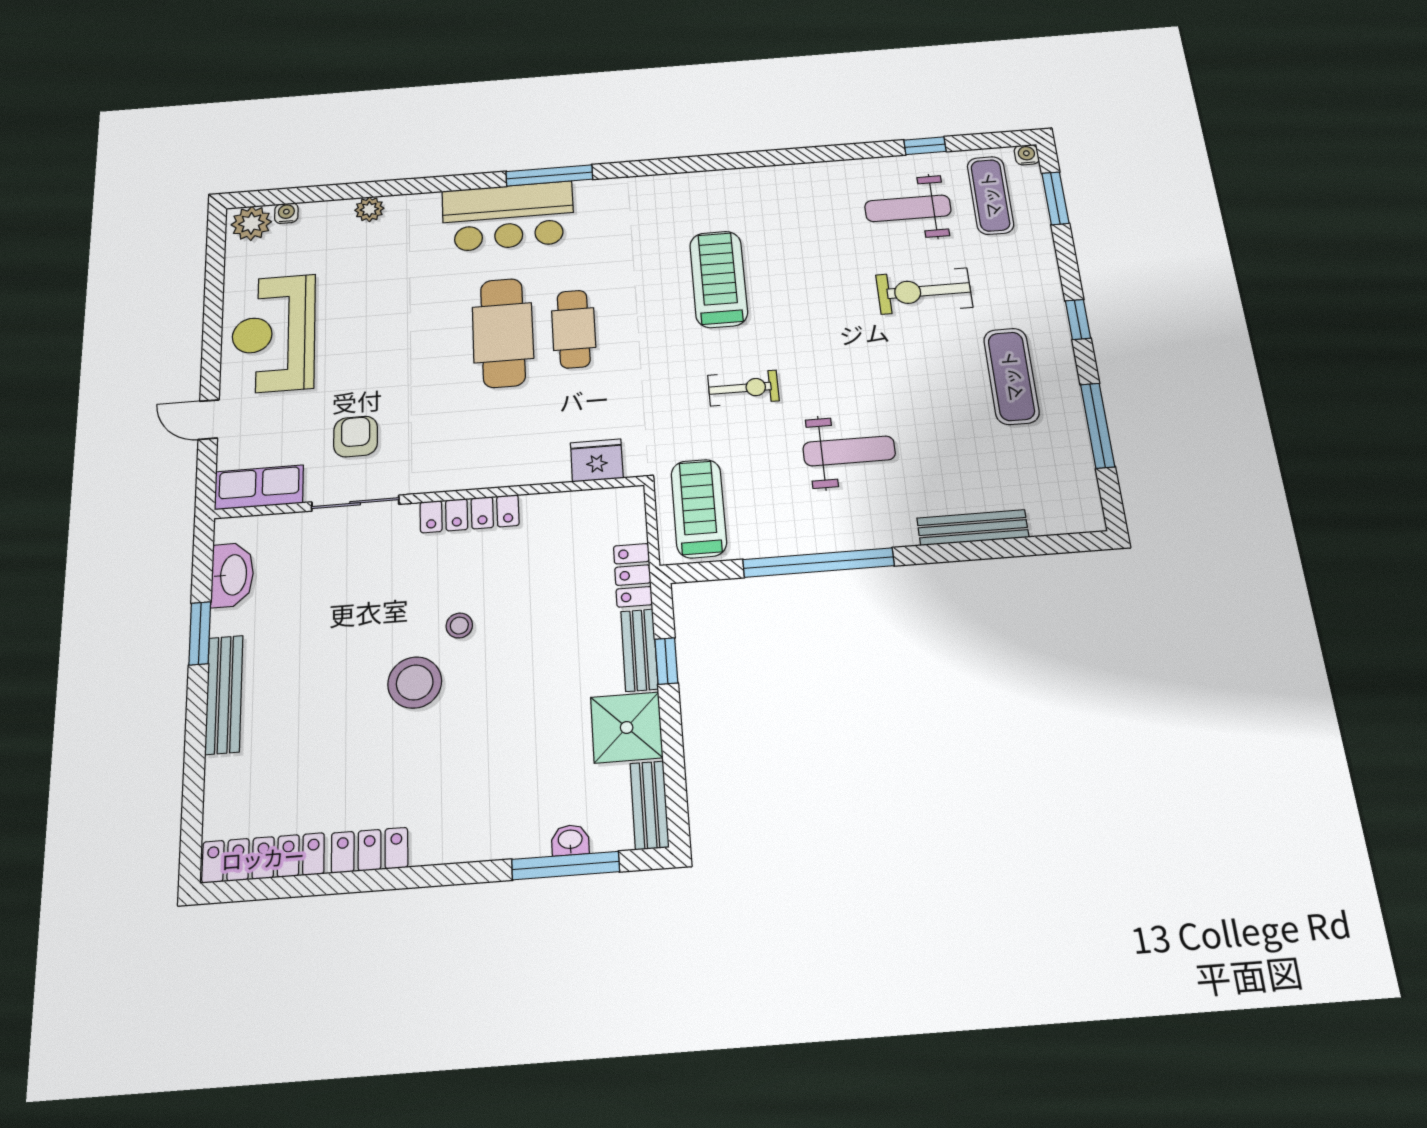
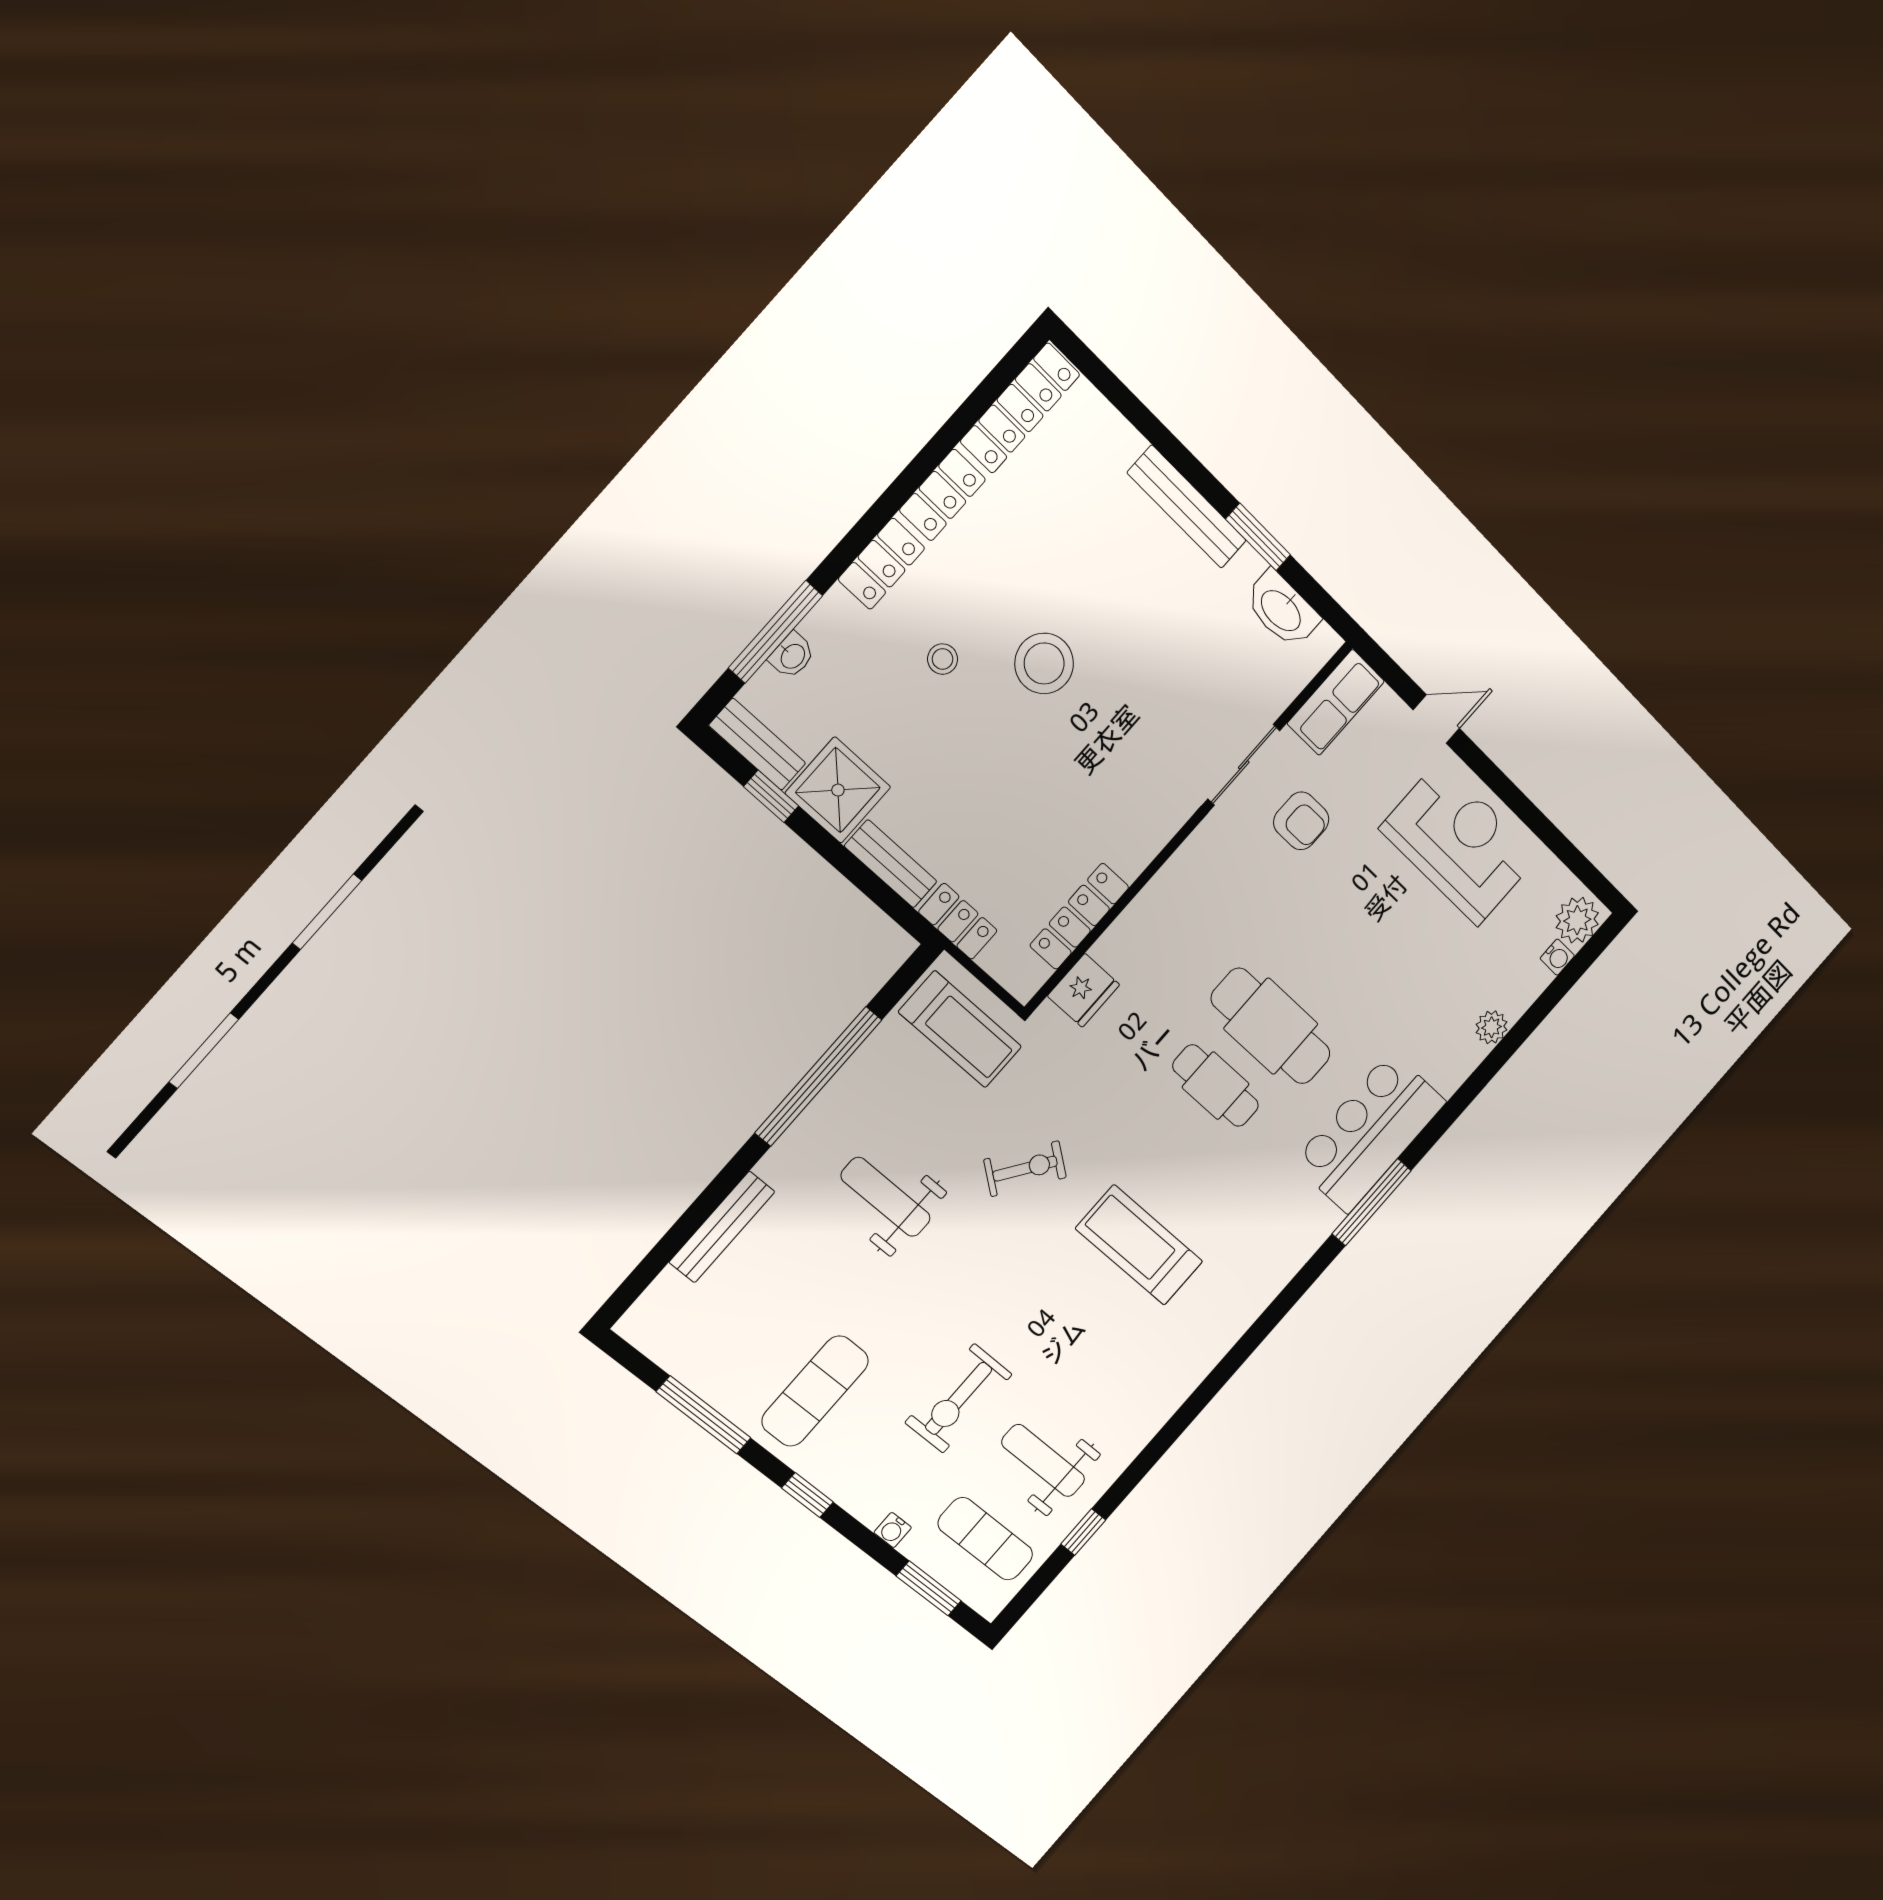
water cooler: (1027, 155) -> (893, 1530), moved, turned 90
weight bench: (908, 208) -> (1043, 1461), turned -90
treadmill: (719, 279) -> (1139, 1245), turned 180
exercise bike: (924, 291) -> (959, 1398), turned 180
exercise mat: (1011, 376) -> (815, 1391), turned 90
exercise bike: (743, 388) -> (1025, 1169), turned -144
weight bench: (849, 451) -> (886, 1197), turned 90
locker: (469, 514) -> (1079, 916), moved
stool: (459, 626) -> (943, 659), moved
window: (666, 661) -> (771, 796), moved
locker: (453, 844) -> (882, 564), added

